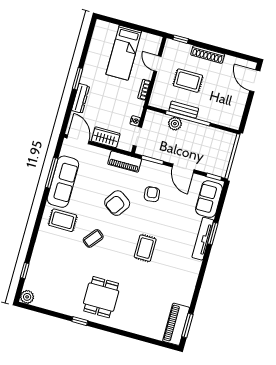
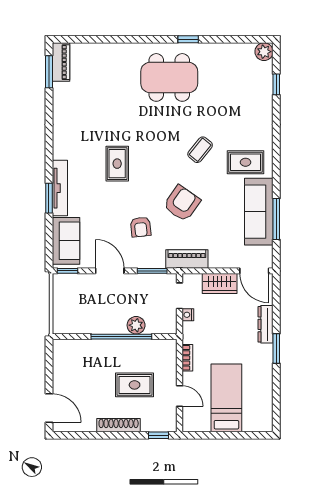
bench: (184, 110) -> (130, 346), removed
rug: (145, 248) -> (117, 164), moved
dining table: (101, 297) -> (169, 77), width x1.38
piano: (176, 324) -> (61, 62), width x0.73, depth x0.75

